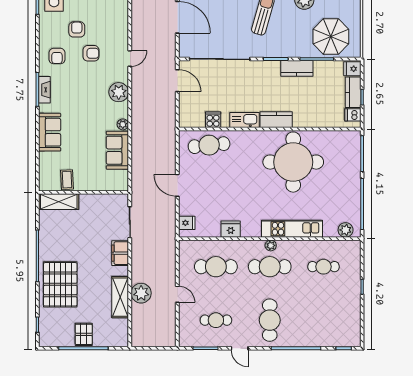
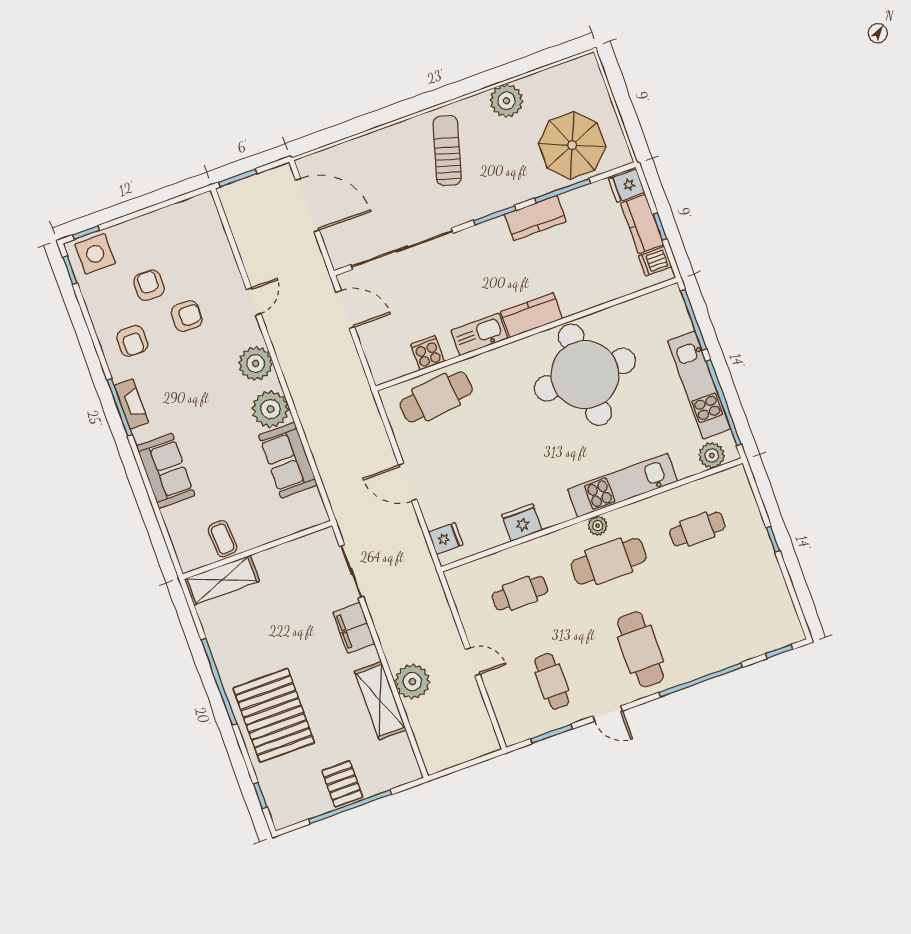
plant: (123, 124) -> (270, 409), width x1.87, depth x1.87
kitchen unit: (352, 190) -> (699, 385), added
cafe table: (216, 267) -> (520, 593), width x0.73, depth x0.74
cafe table: (216, 320) -> (552, 681), turned 90

